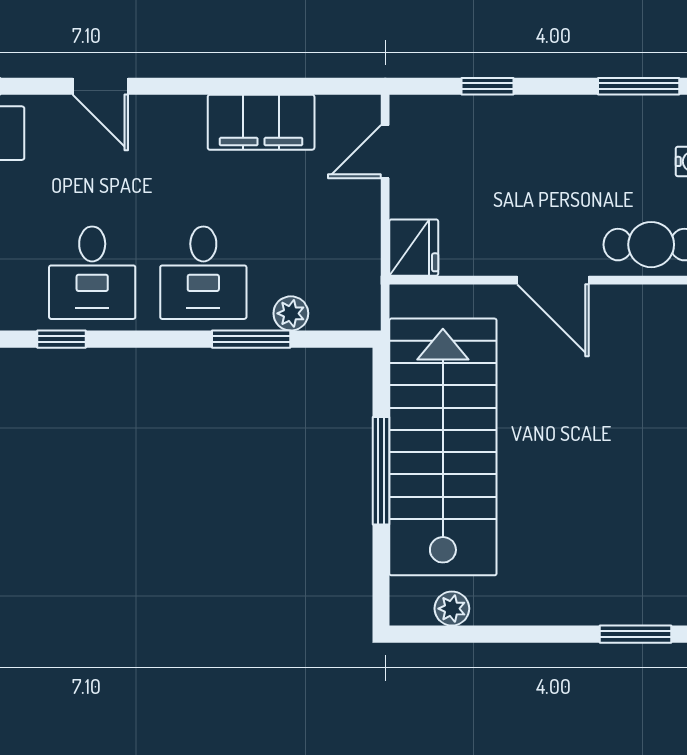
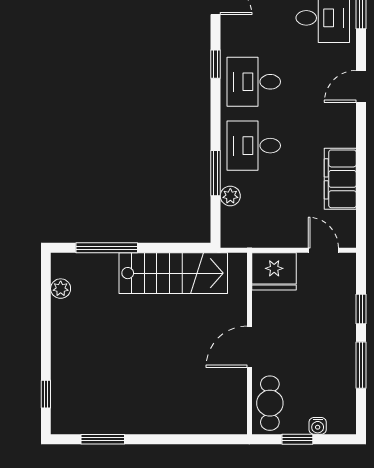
window: (639, 86) -> (361, 365), moved
fridge: (414, 248) -> (274, 271), width x1.36, depth x1.34
stairs: (443, 447) -> (173, 273), width x0.73, depth x0.66
window: (381, 471) -> (107, 248), moved
window: (636, 634) -> (46, 394), width x0.67

